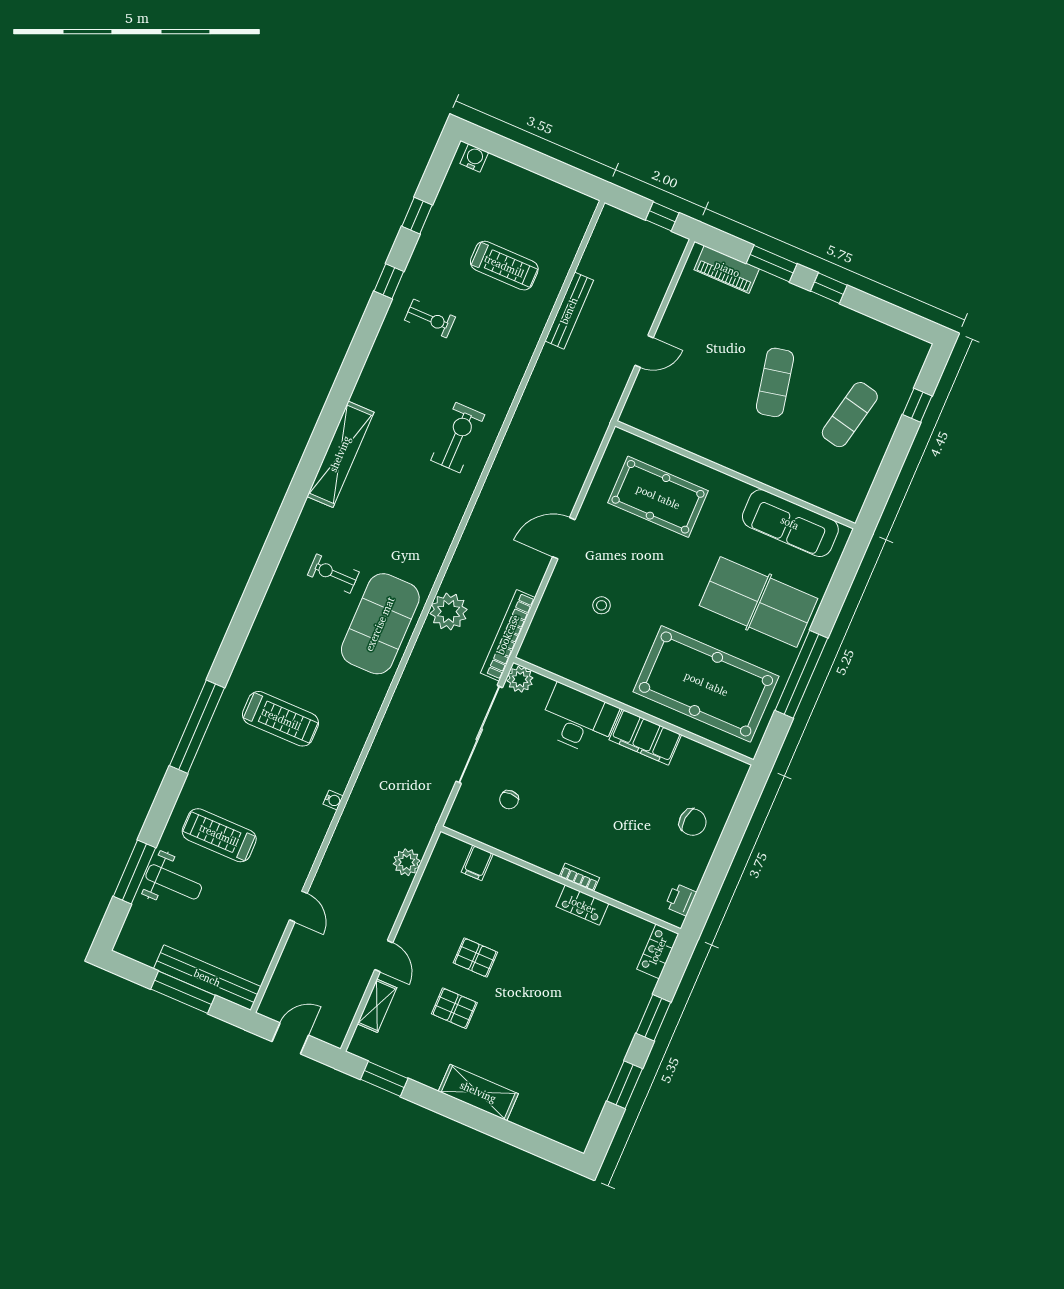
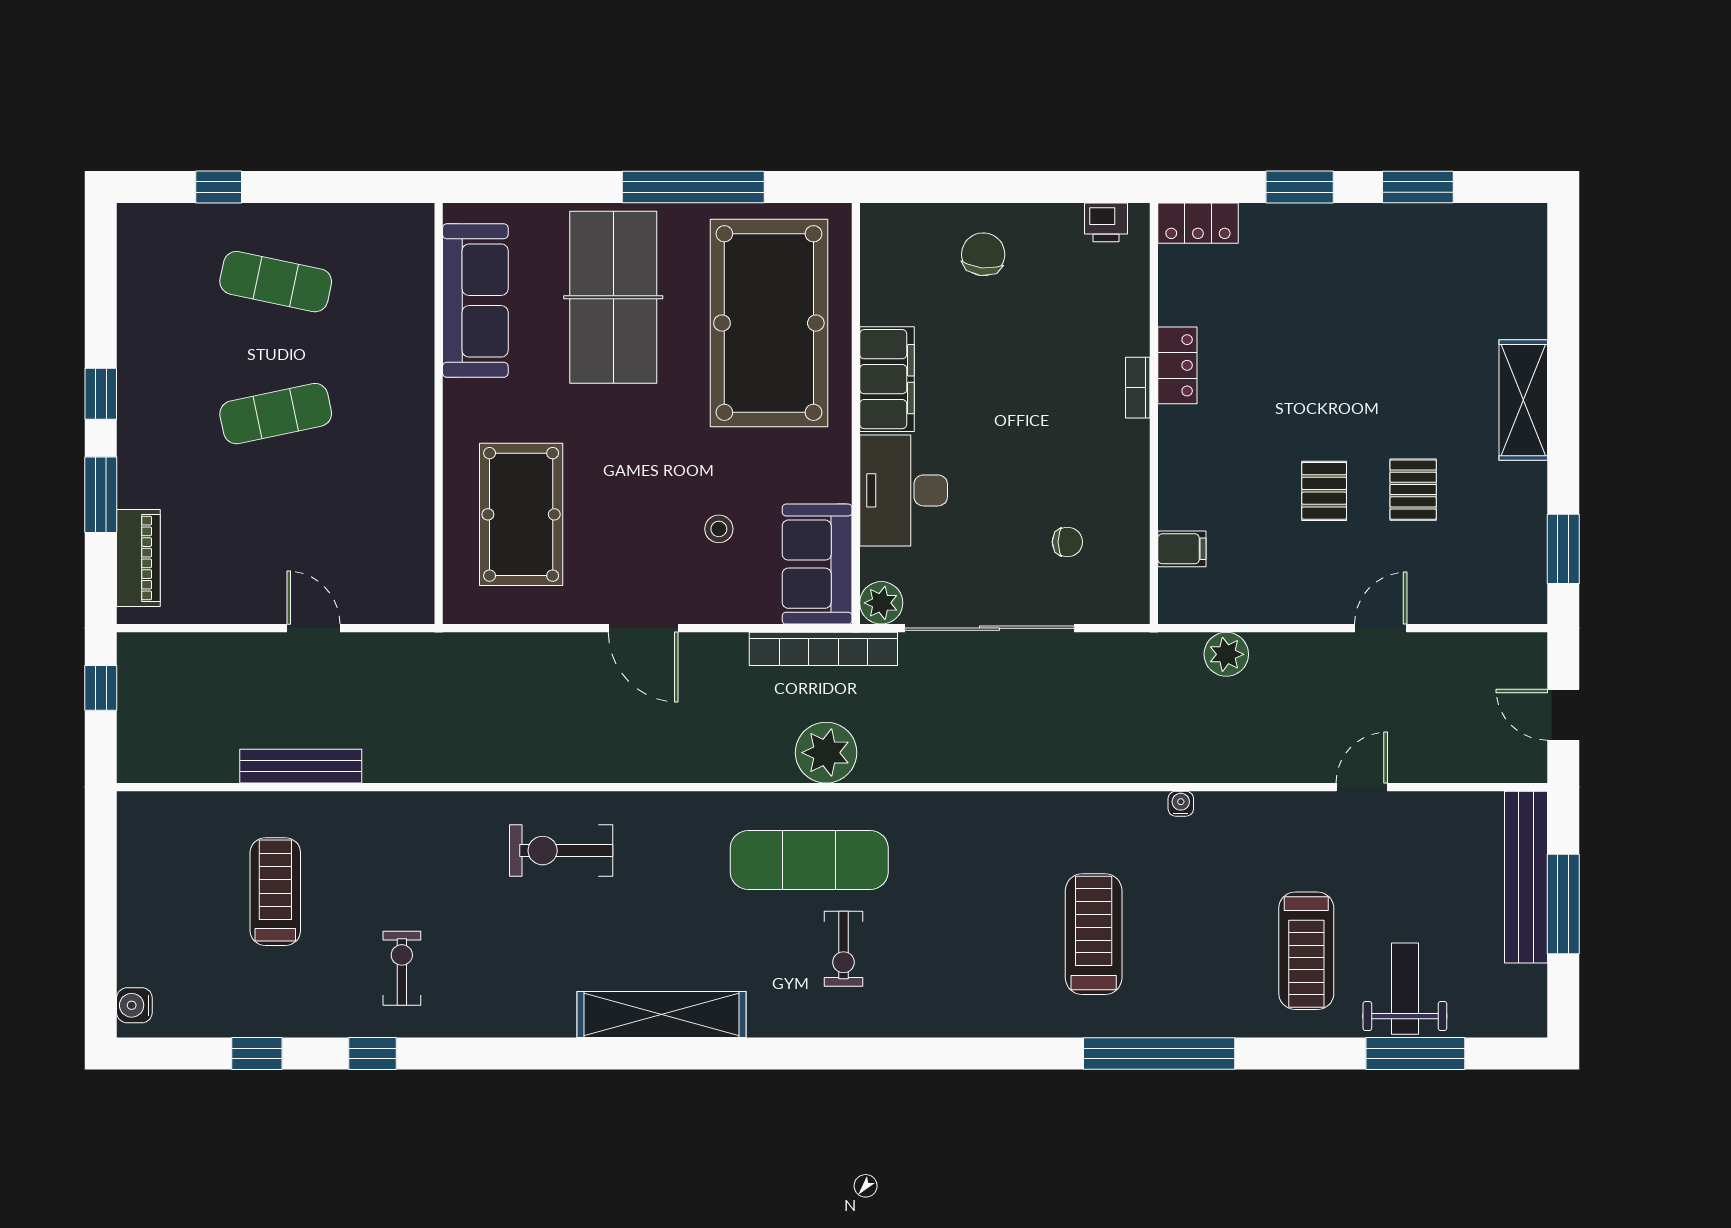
exercise mat: (380, 624) -> (809, 860), moved, width x0.68
sofa: (558, 652) -> (817, 564), added
shelving: (377, 1006) -> (1459, 606), removed

